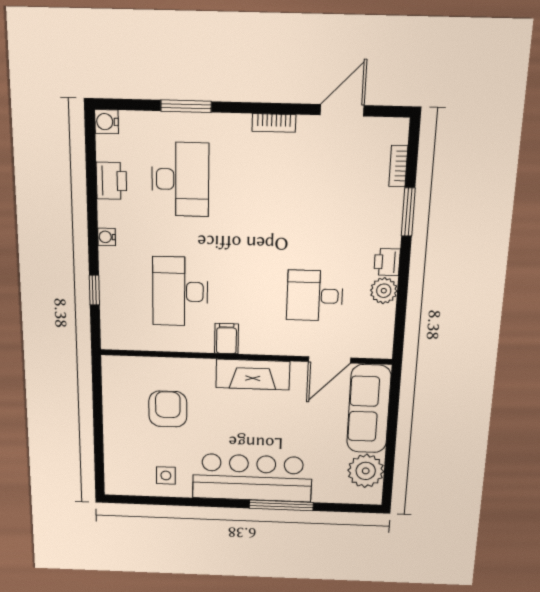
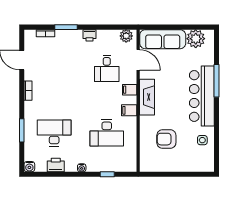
plant: (384, 291) -> (126, 36), moved
filing cabinet: (269, 341) -> (130, 90), added

